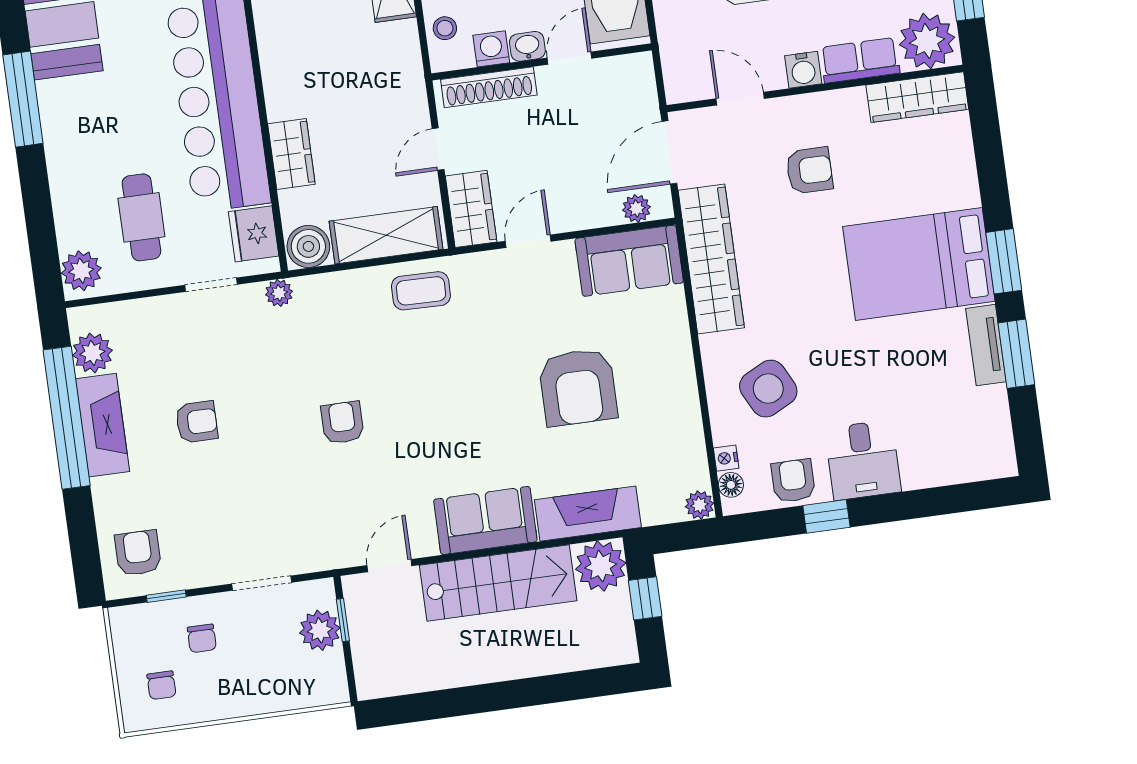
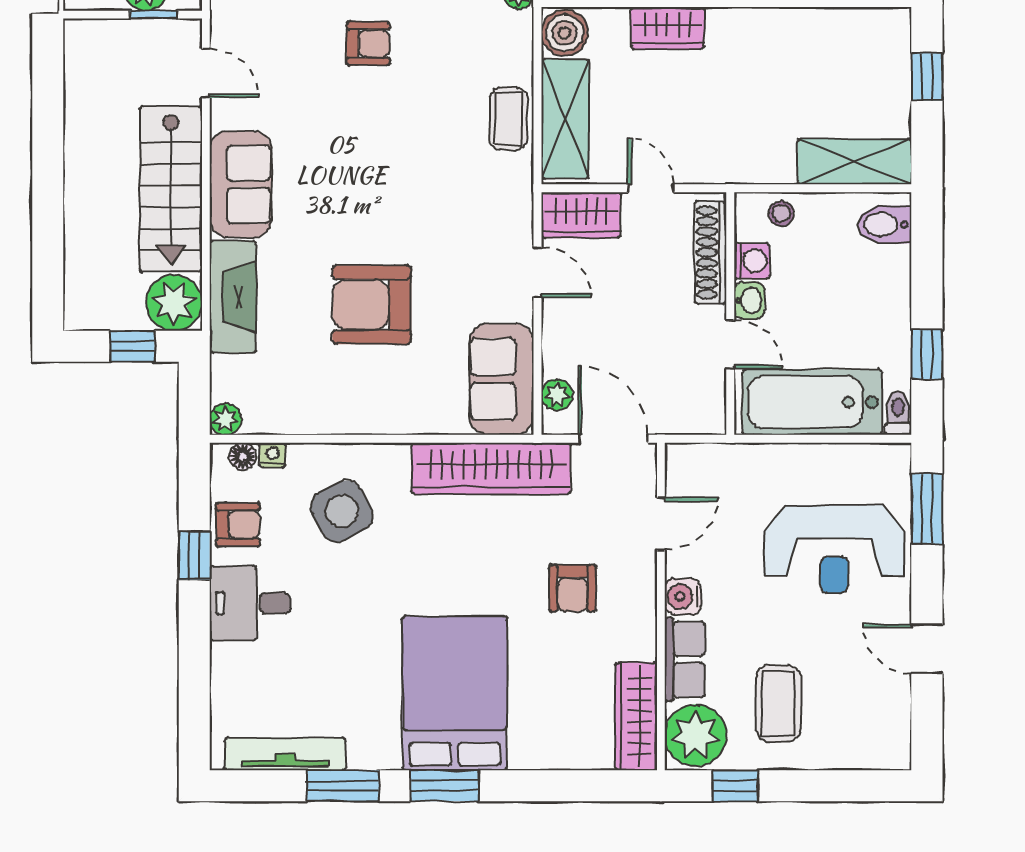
coffee table: (421, 291) -> (508, 119), moved
tv unit: (986, 345) -> (285, 754), moved, width x1.41

